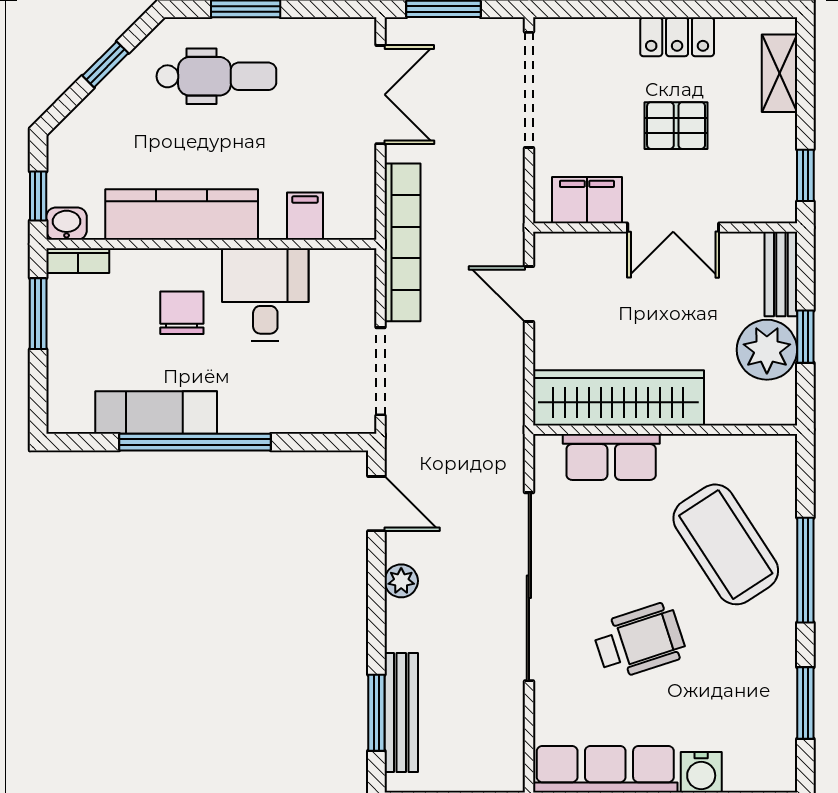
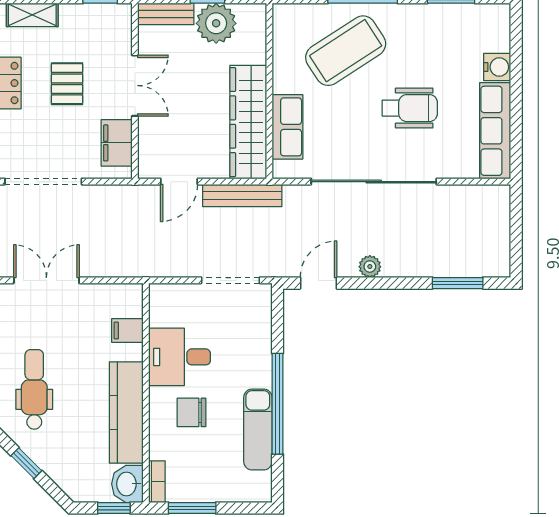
washbasin: (67, 224) -> (127, 484), width x1.38, depth x1.45
bookcase: (403, 242) -> (145, 266), removed
wheelchair: (639, 641) -> (410, 108), turned 108
bench: (401, 712) -> (242, 195), moved

